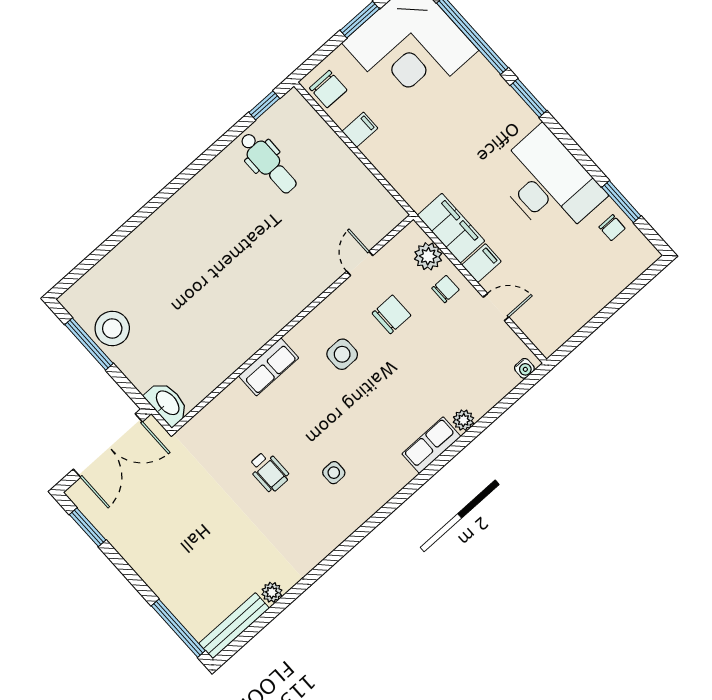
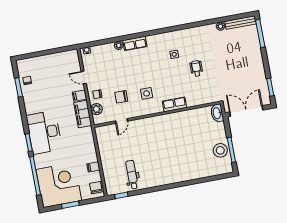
desk: (548, 183) -> (44, 132), moved

